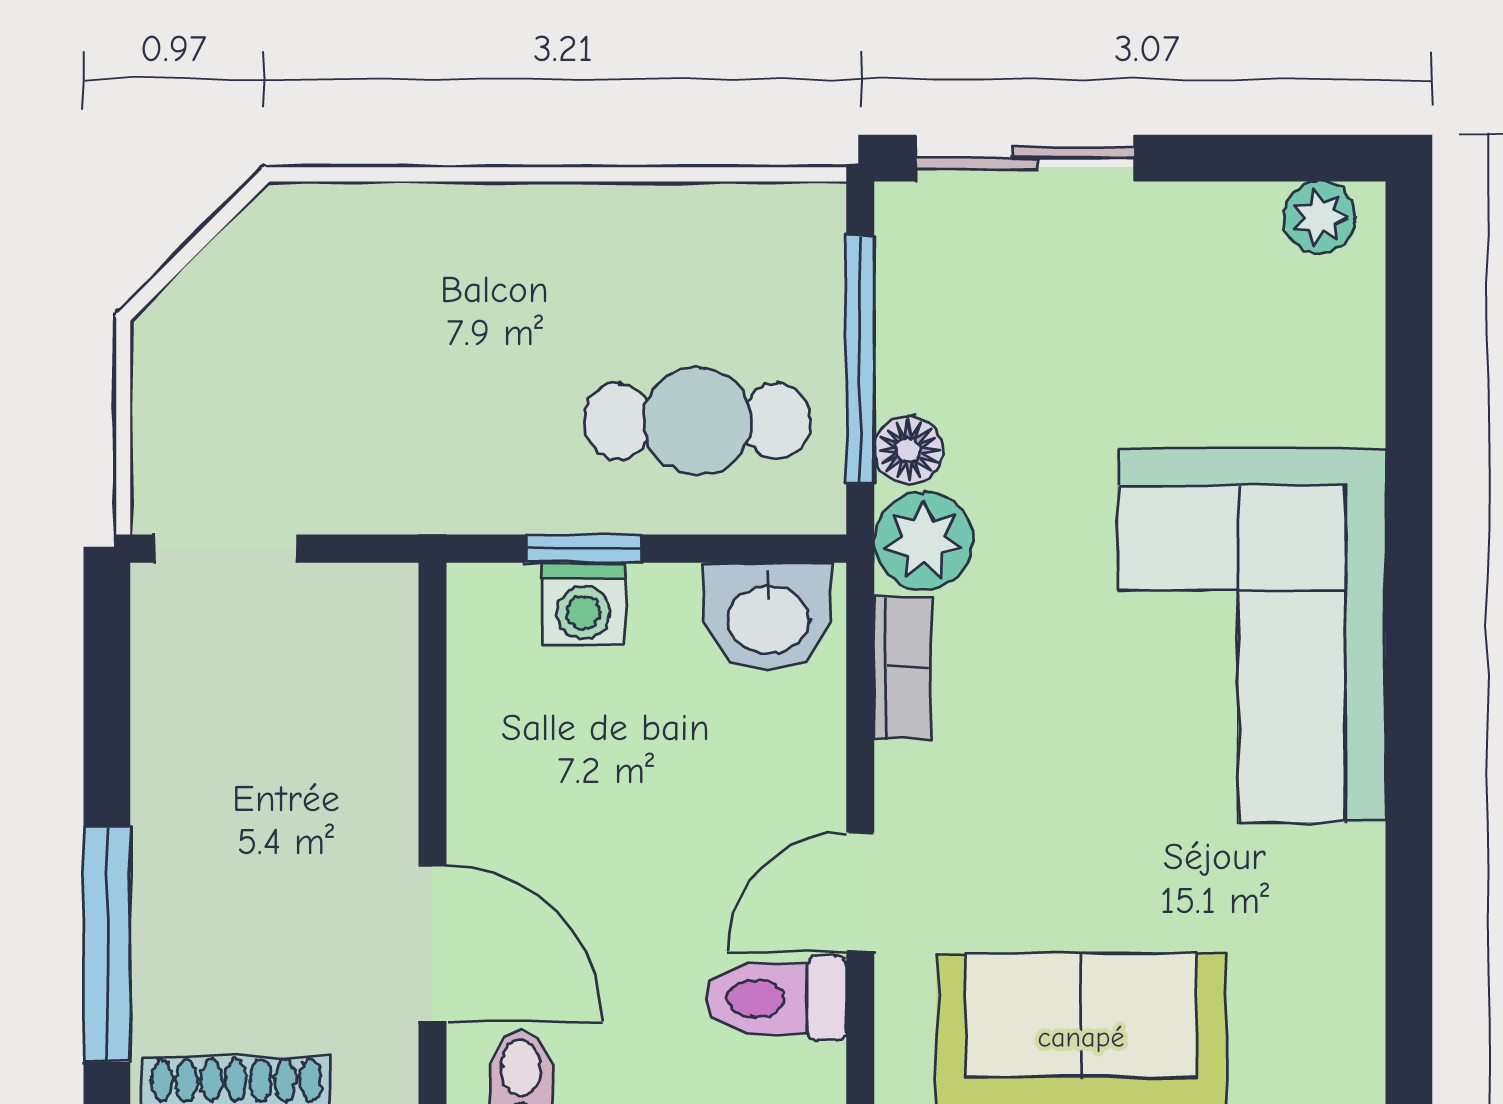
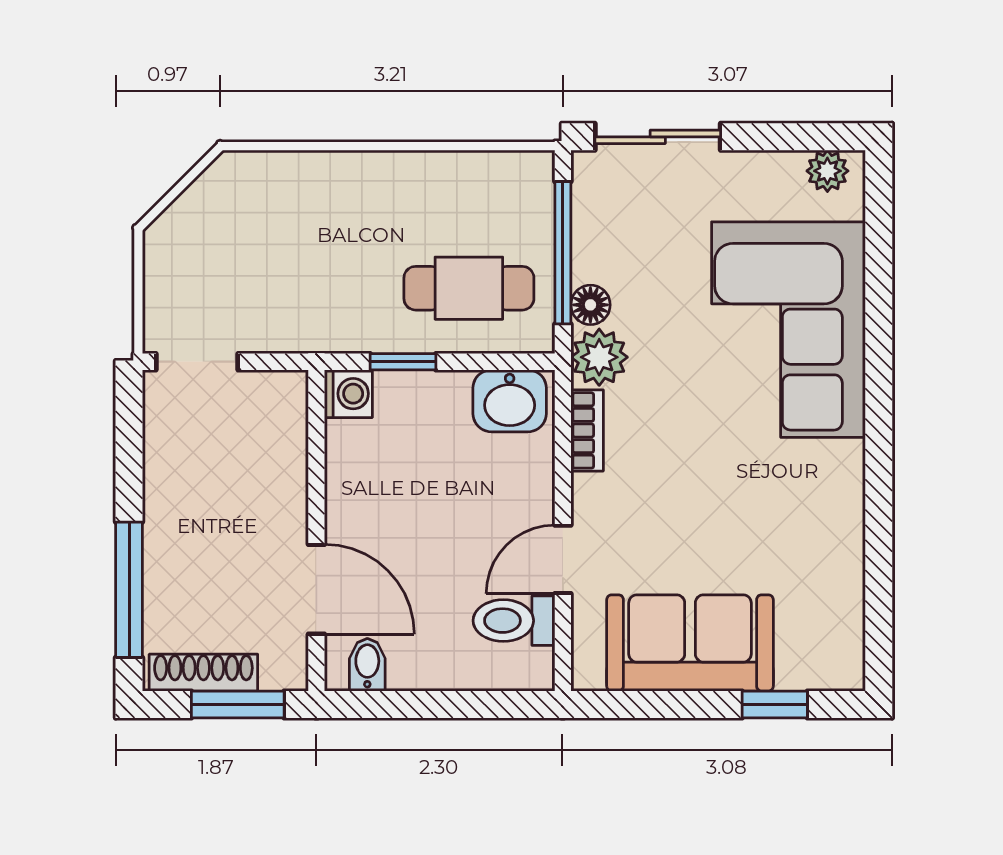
washing machine: (583, 604) -> (348, 394), moved, turned -90
corner sofa: (1252, 635) -> (788, 330), moved

